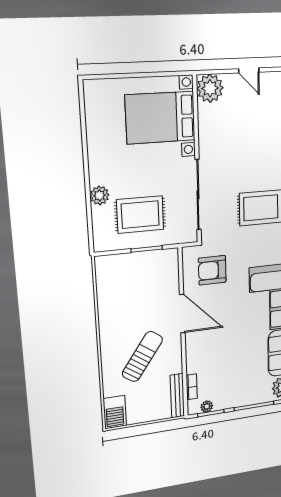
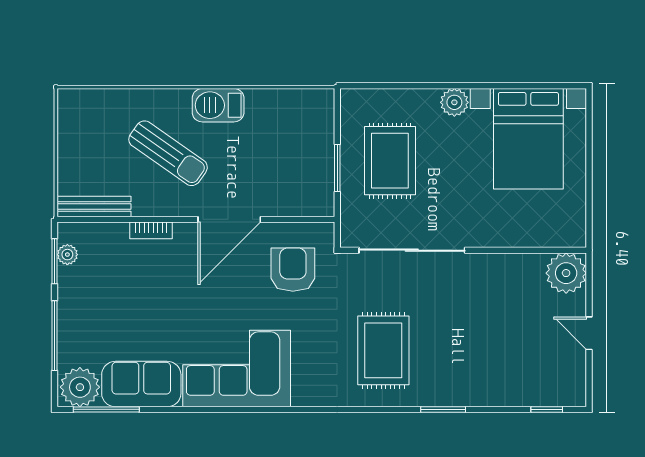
door: (249, 70) -> (589, 333), hinge flipped
bed with nightstands: (160, 118) -> (528, 139), moved, turned 180
plant: (99, 195) -> (454, 102), moved
bookcase: (192, 387) -> (151, 230), moved
barbecue: (115, 412) -> (218, 105), moved

